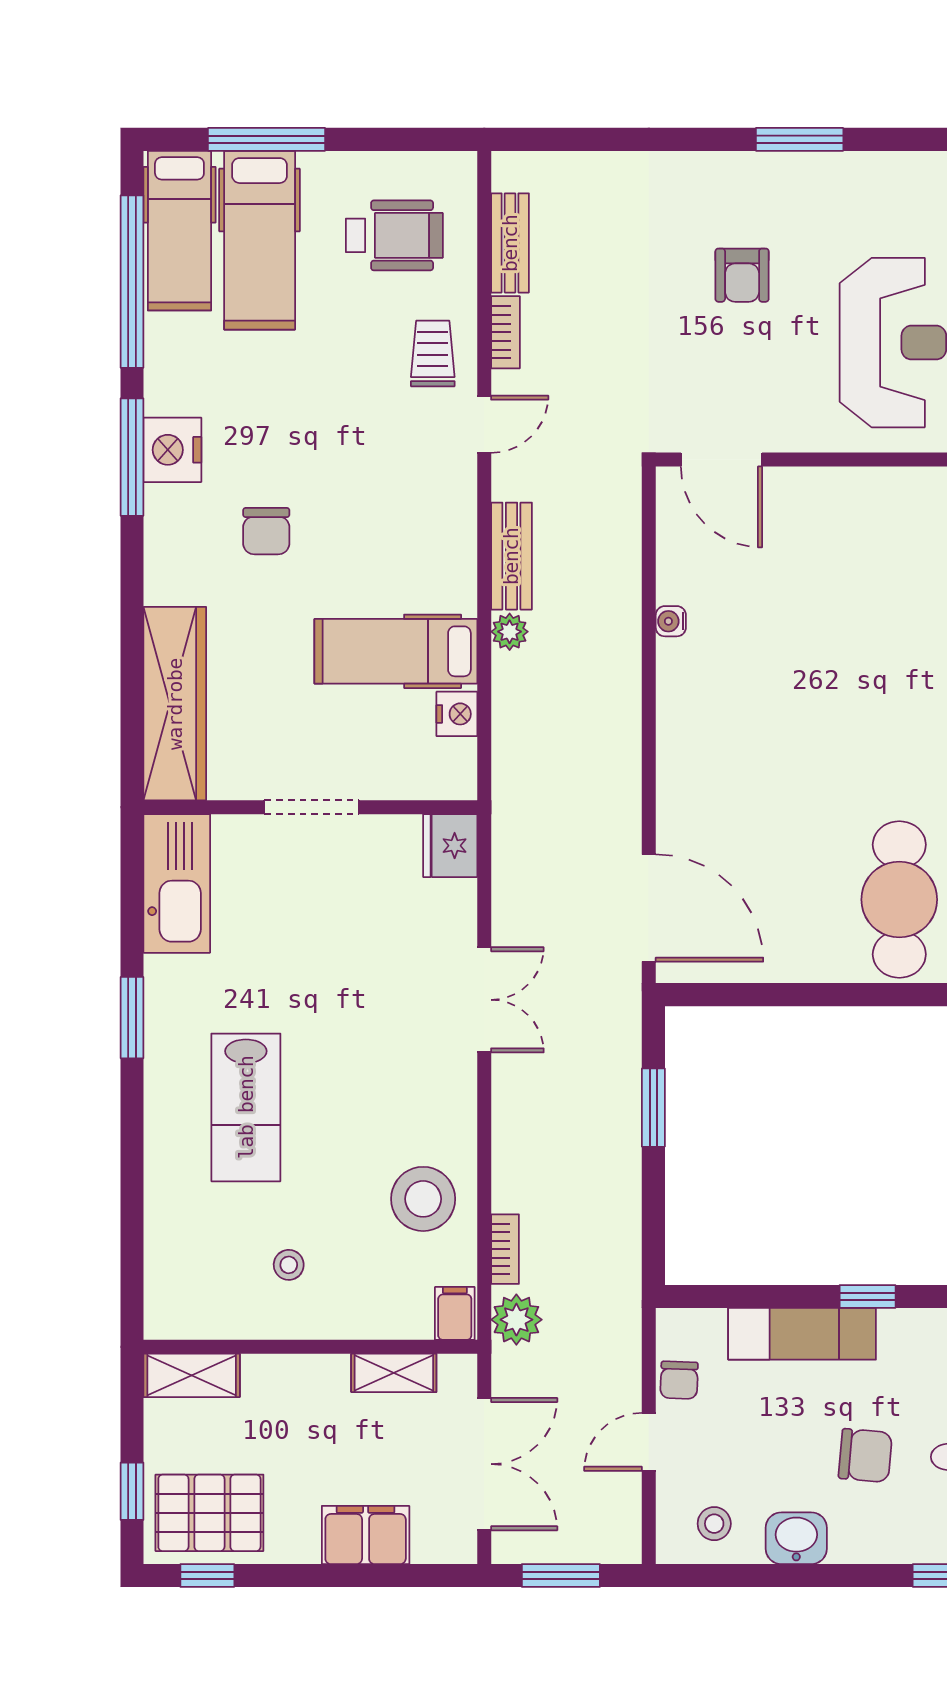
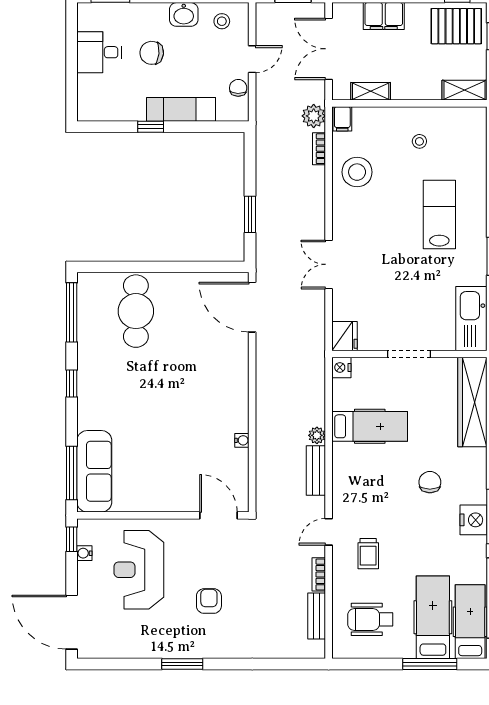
trolley: (433, 353) -> (368, 554), moved
nightstand: (457, 714) -> (341, 367), moved

